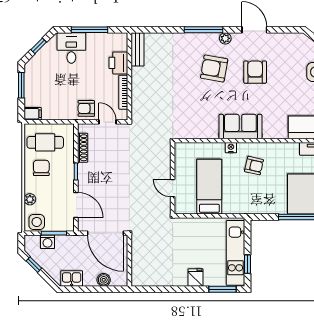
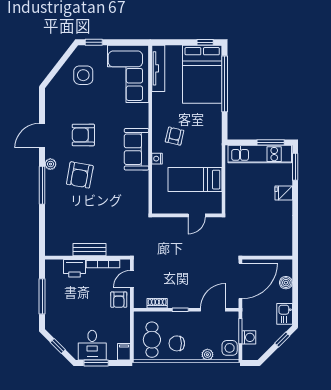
desk: (71, 48) -> (92, 345), moved, turned -90
bench: (137, 49) -> (90, 250), moved
shoe rack: (83, 148) -> (157, 303), width x0.70
window: (248, 264) -> (271, 142), width x1.50
window: (34, 265) -> (282, 340), moved

